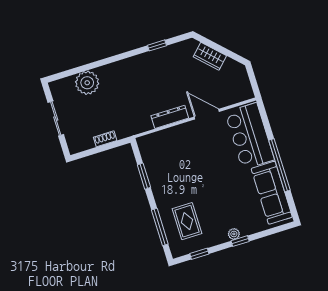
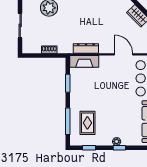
dresser: (170, 117) -> (86, 48), moved
fireplace: (157, 140) -> (84, 61), added

